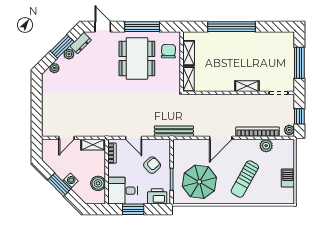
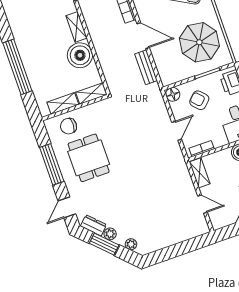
dining table: (137, 58) -> (89, 158), width x0.73
boiler: (223, 81) -> (80, 55), added
bench: (174, 131) -> (146, 67), moved, width x0.73
floor lamp: (164, 145) -> (173, 94), added

